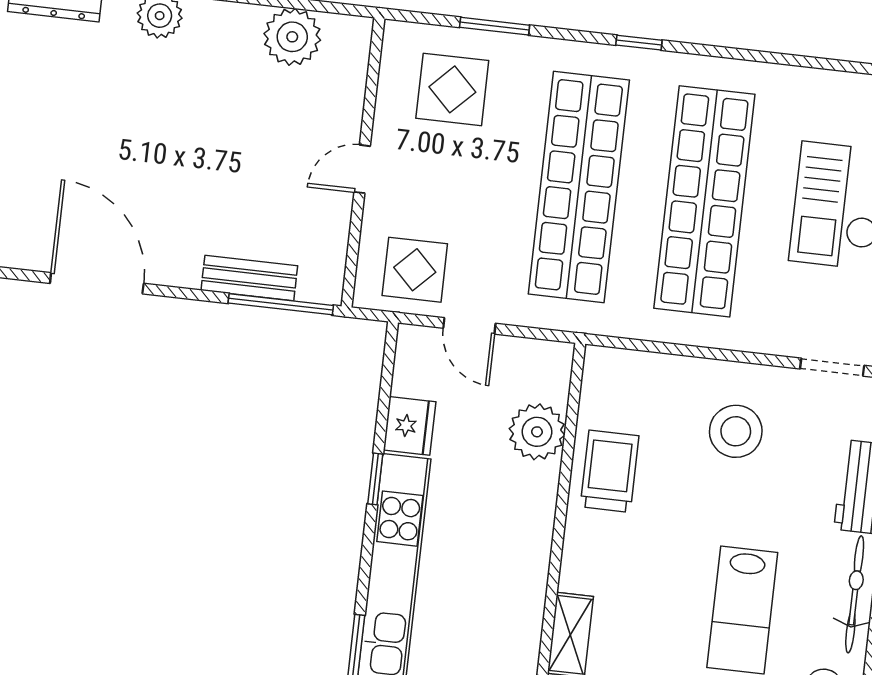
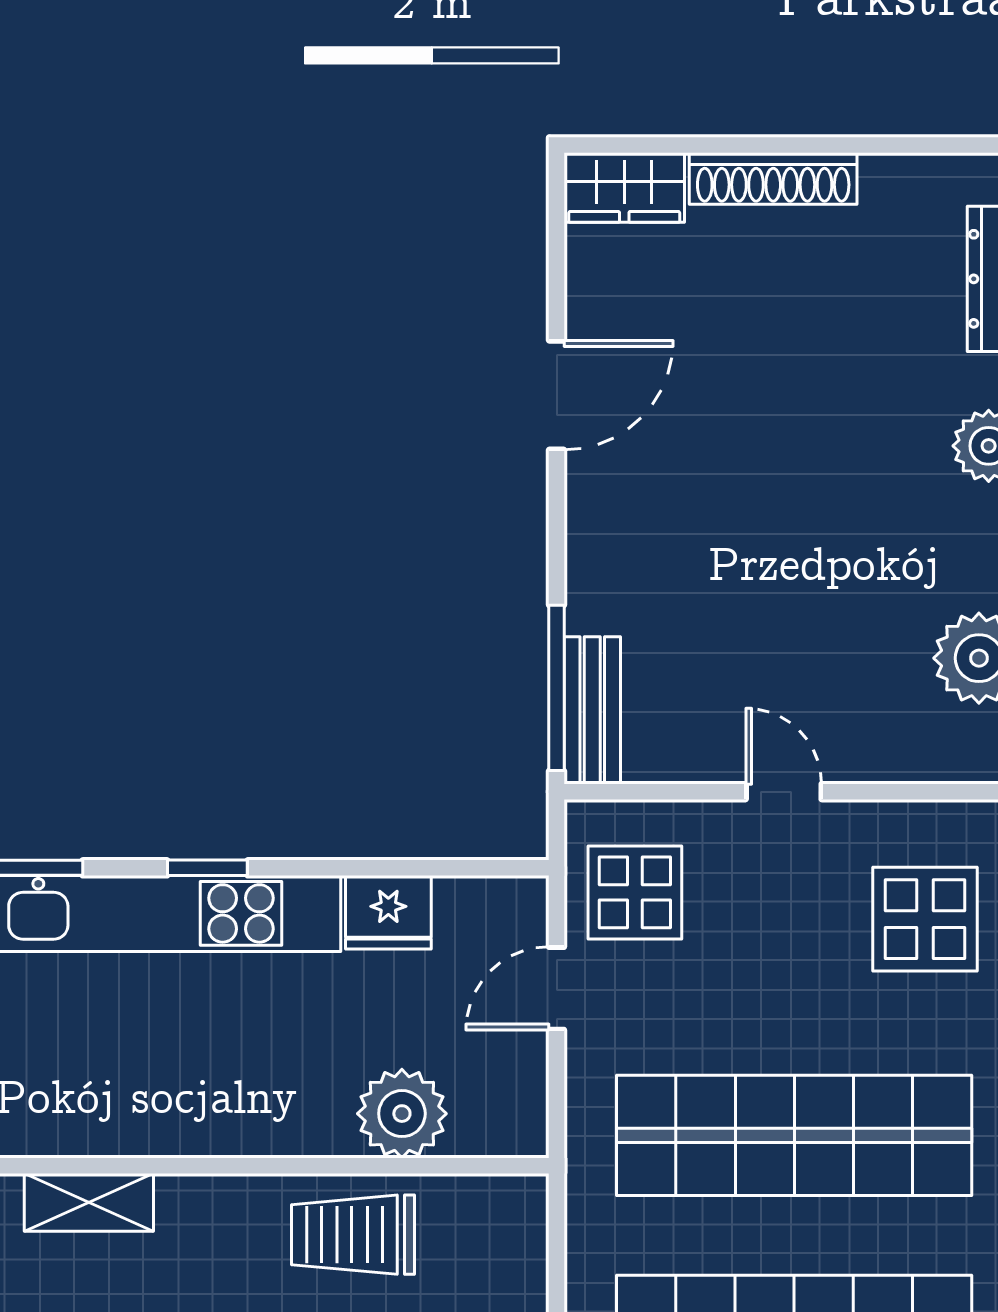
bench: (249, 278) -> (592, 710), moved
door: (97, 283) -> (557, 395), width x0.73
trolley: (610, 471) -> (353, 1235), turned 180
window: (375, 479) -> (207, 868), moved

